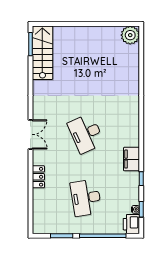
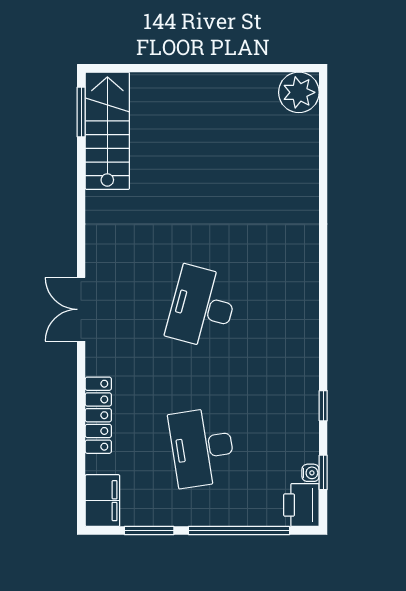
desk: (86, 133) -> (202, 307), turned 39
double door: (31, 134) -> (81, 309), swing flipped
filing cabinet: (132, 159) -> (102, 501), moved, turned 180
locker: (38, 177) -> (98, 415), width x1.53

